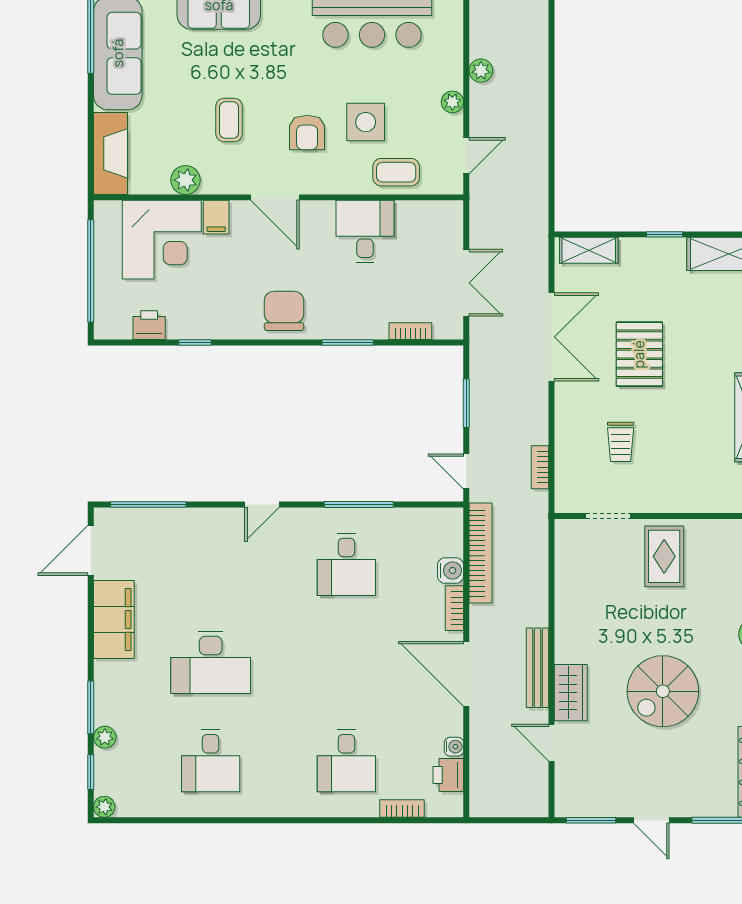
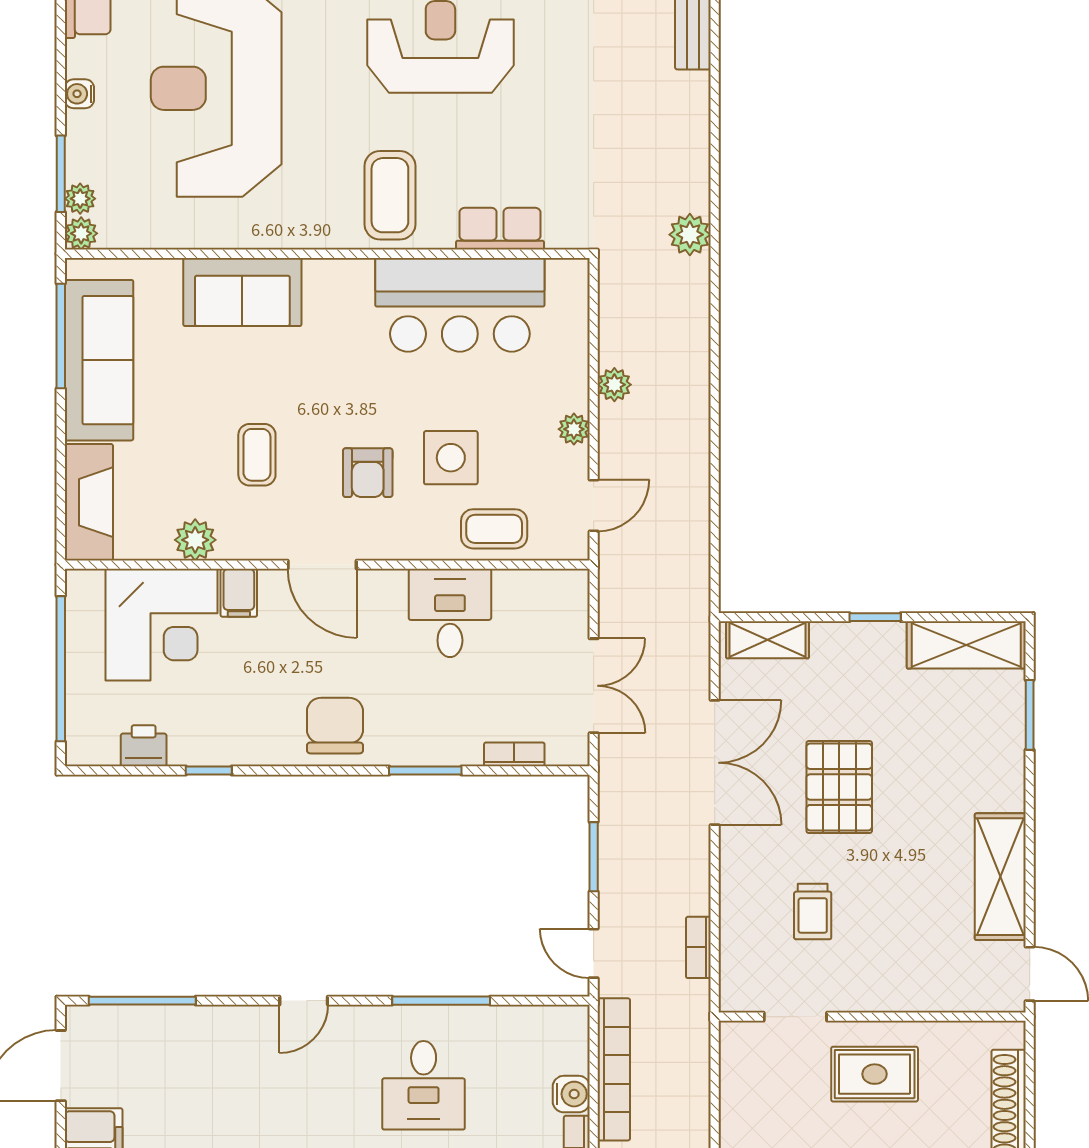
rug: (664, 556) -> (875, 1074), turned 90

